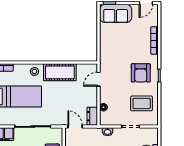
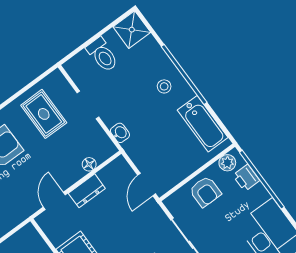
door: (99, 79) -> (54, 201), swing flipped
dresser: (92, 116) -> (87, 191), moved

